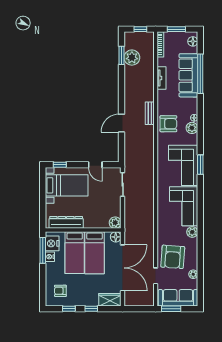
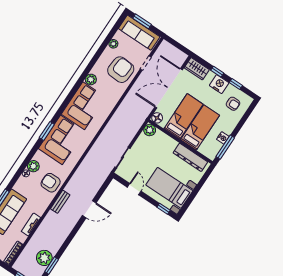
nightstand: (52, 243) -> (219, 84), moved, turned -90
window: (171, 309) -> (142, 21), moved

